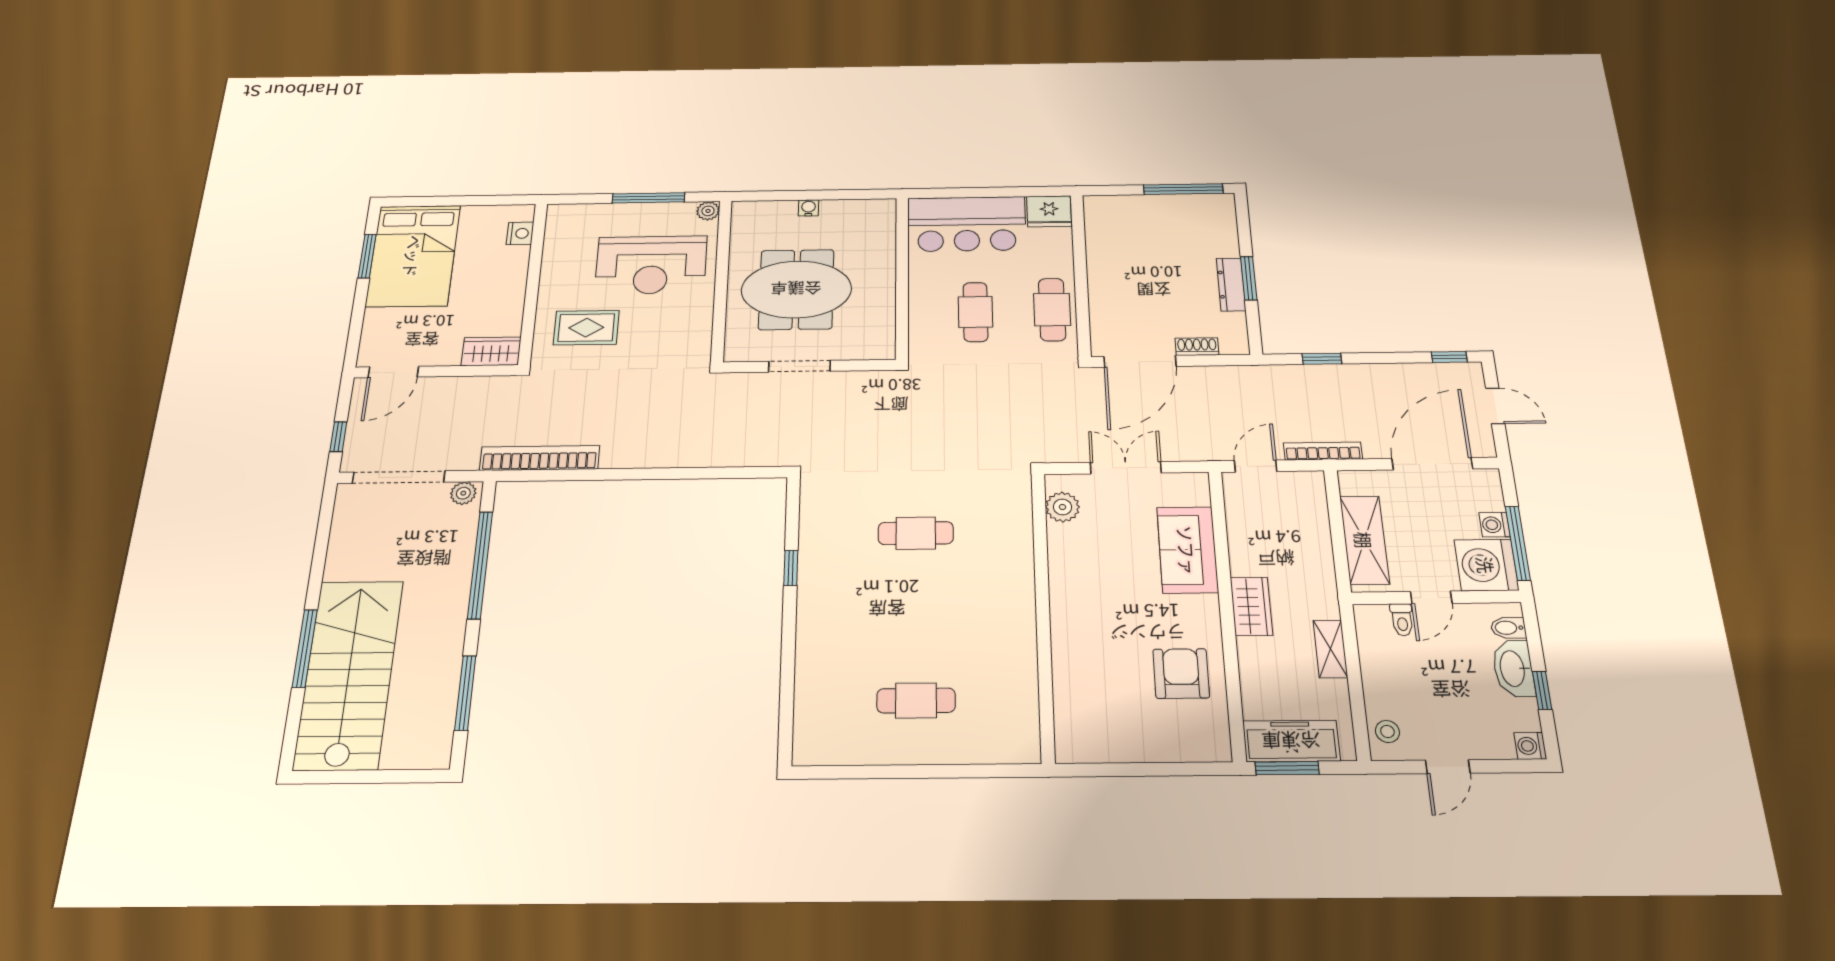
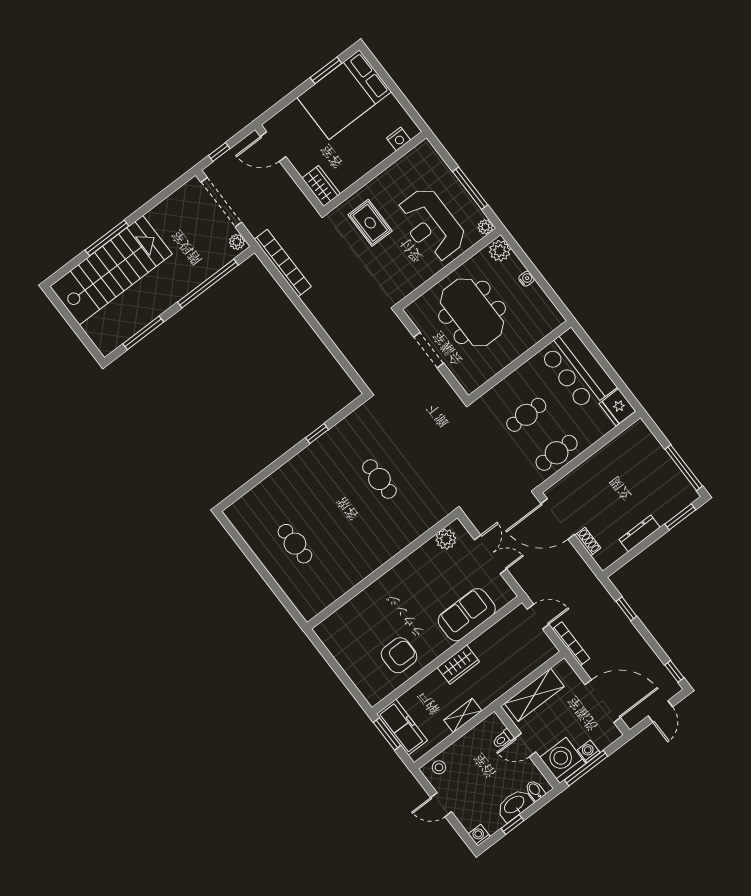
plant: (750, 214) -> (500, 251), added
window: (1249, 278) -> (680, 517), moved

